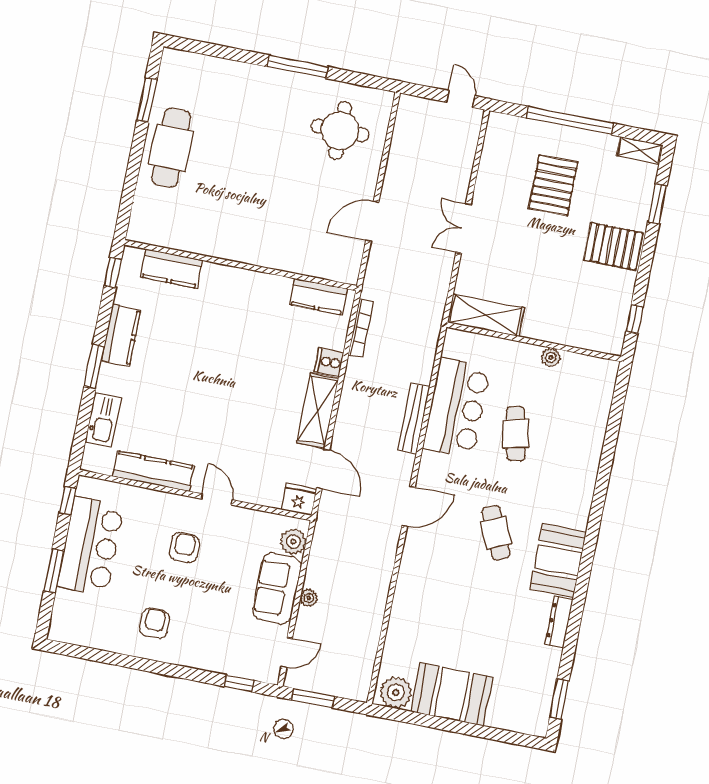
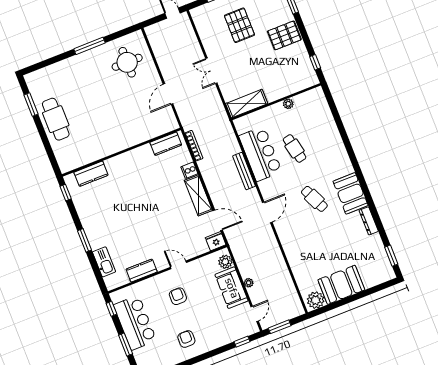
kitchen counter: (121, 335) -> (88, 219), removed
kitchen counter: (153, 471) -> (142, 271), width x0.67

